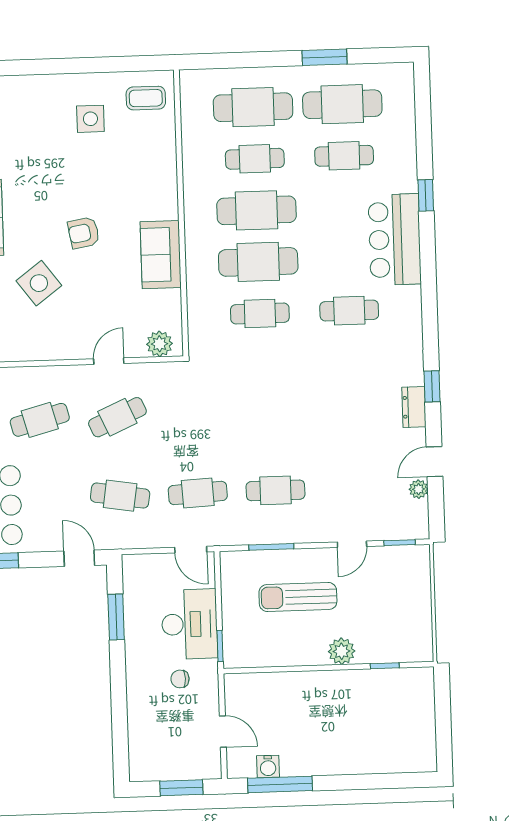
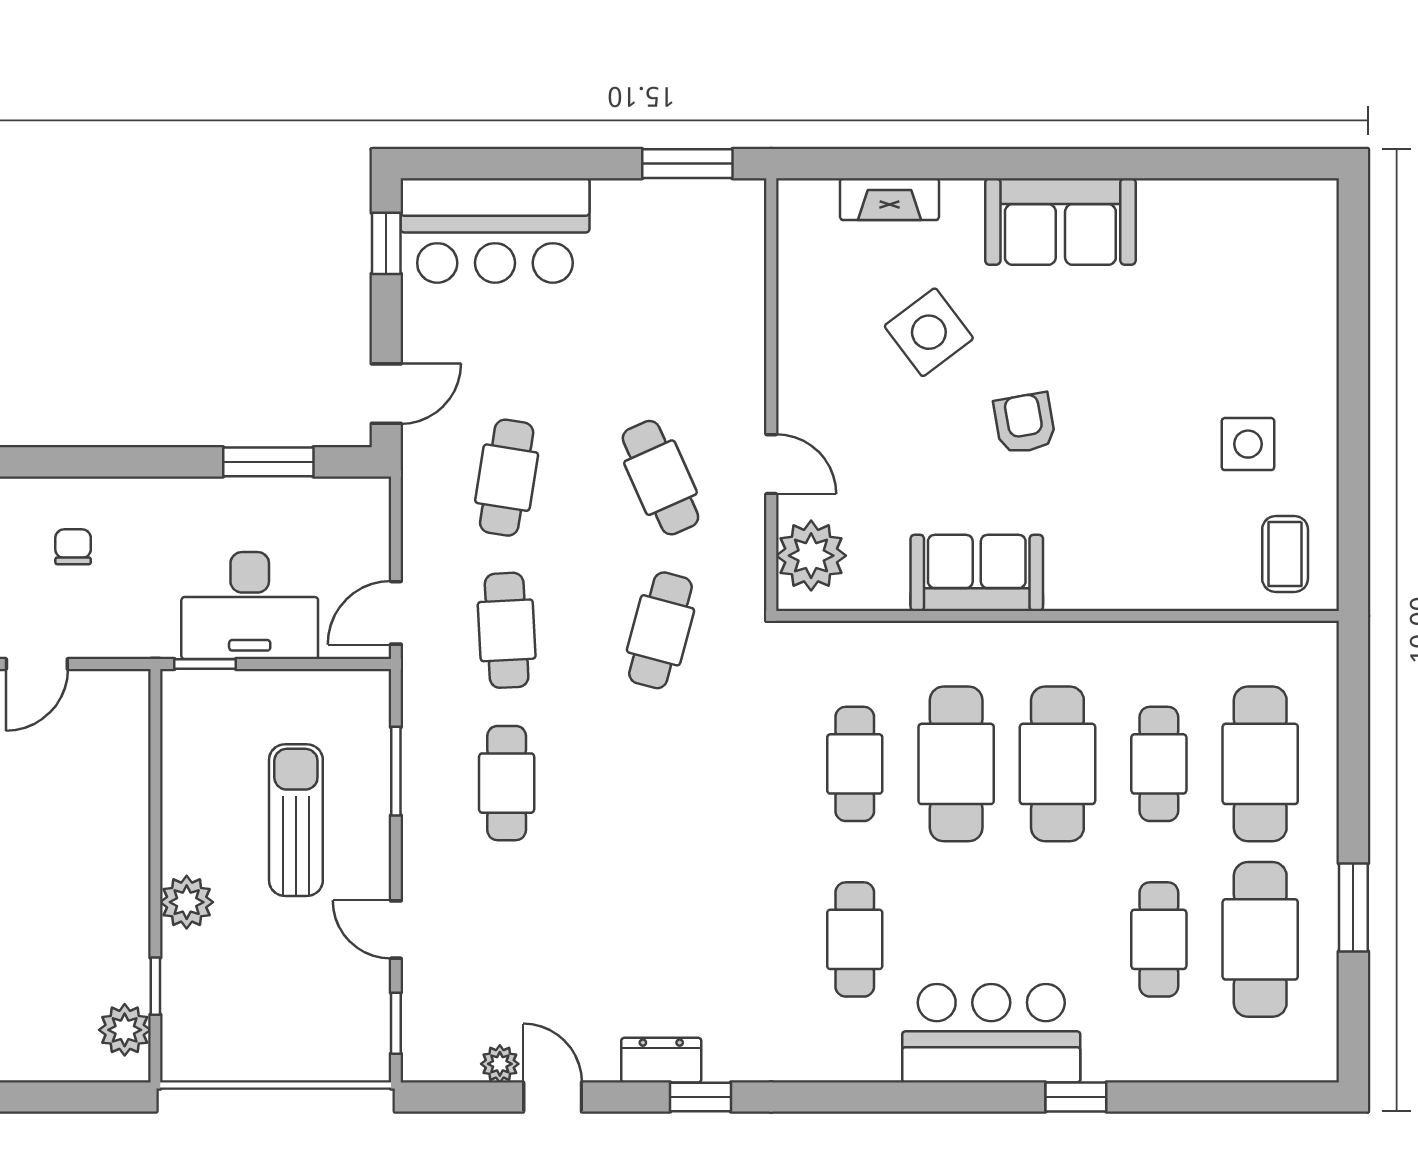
plant: (160, 344) -> (811, 556), width x1.36, depth x1.36
cafe table: (40, 420) -> (660, 630), moved, turned 30
chair: (180, 679) -> (73, 547), moved
plant: (408, 681) -> (125, 1030), added

